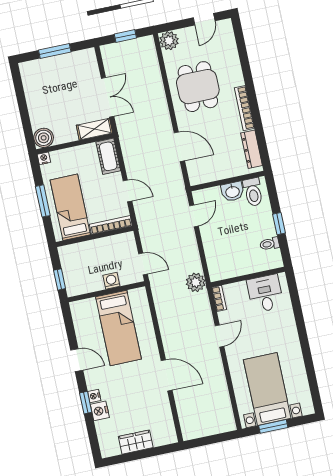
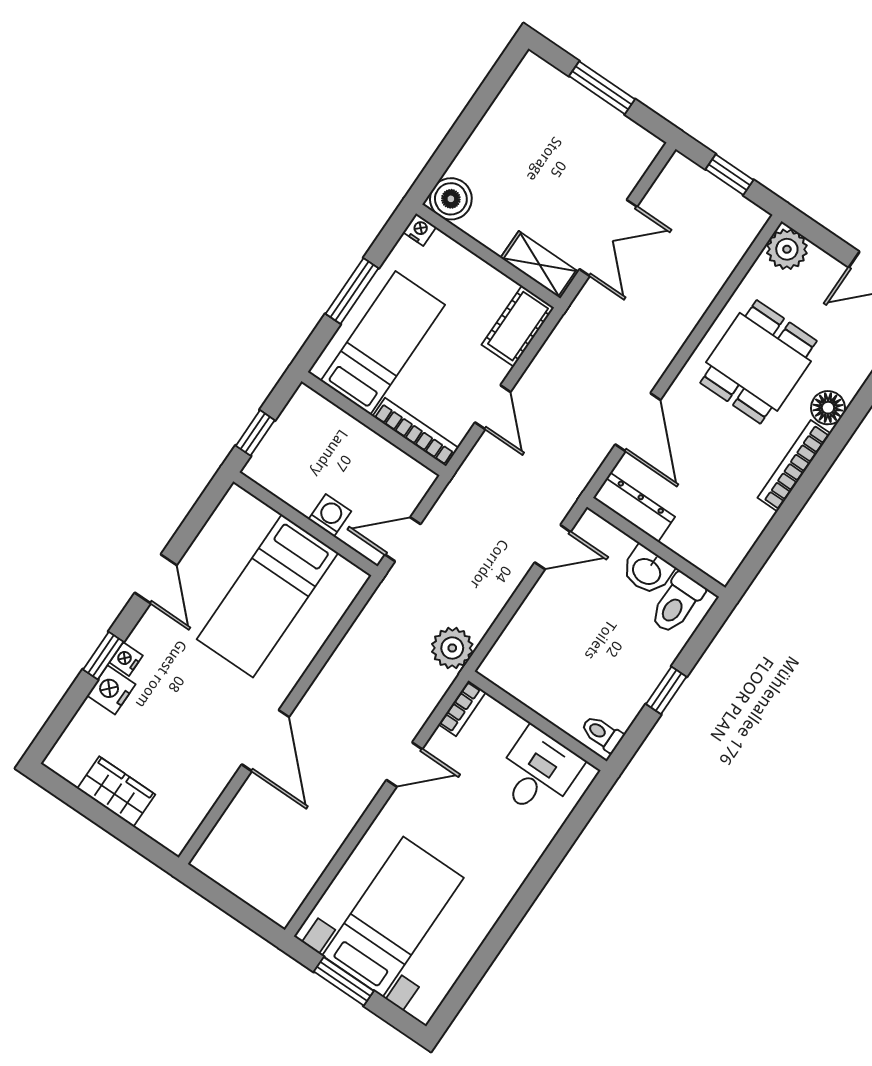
floor lamp: (236, 78) -> (828, 408), added
dresser: (252, 149) -> (634, 507), moved, turned 90
toilet: (270, 244) -> (602, 734), moved
door: (143, 264) -> (403, 539), swing flipped

